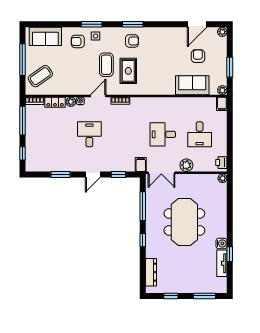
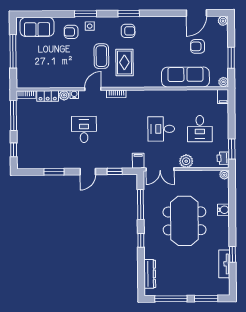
armchair: (198, 56) -> (198, 46), turned -90
coffee table: (40, 76) -> (32, 69), removed
sofa: (192, 85) -> (185, 77), width x1.36
window: (230, 154) -> (232, 149), added
water cooler: (221, 243) -> (223, 210), moved
window: (171, 296) -> (171, 299), width x2.17

